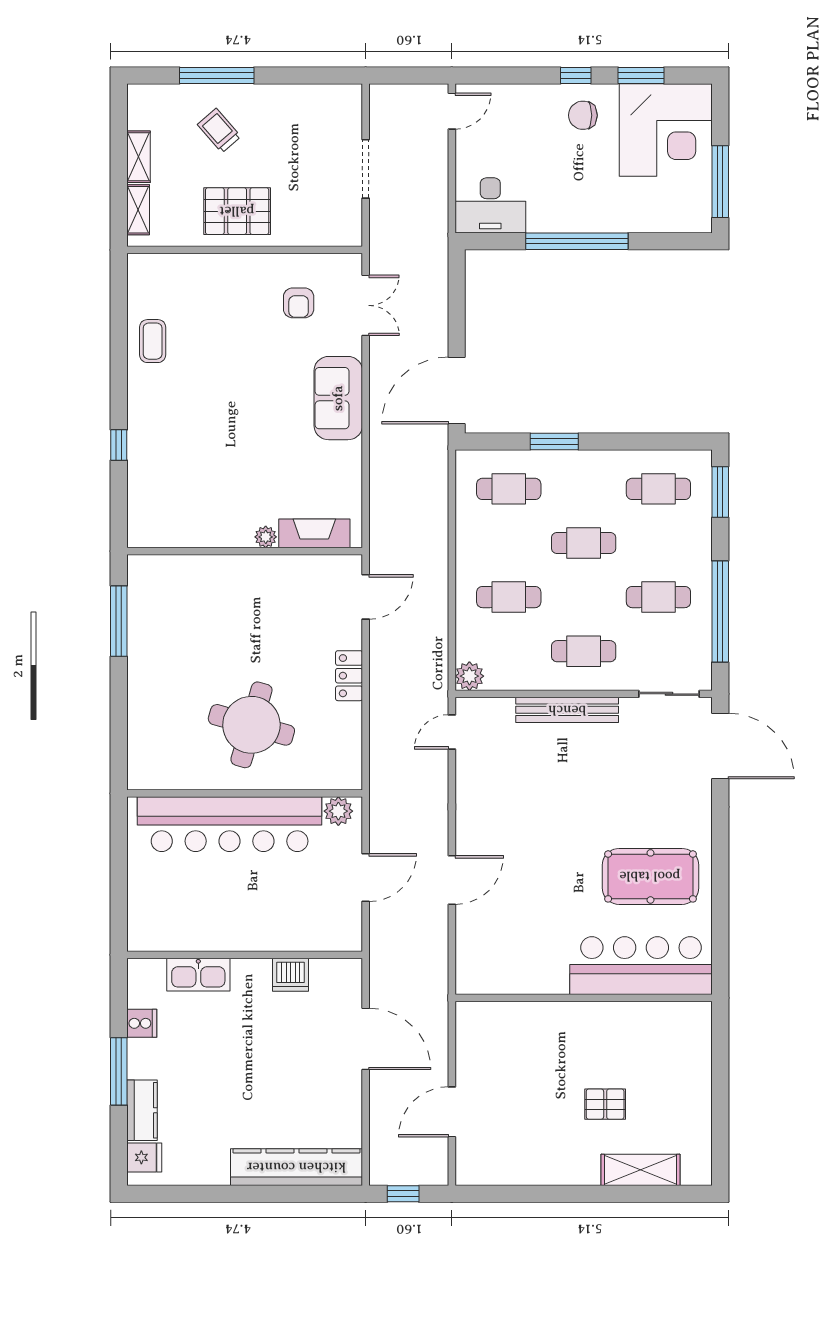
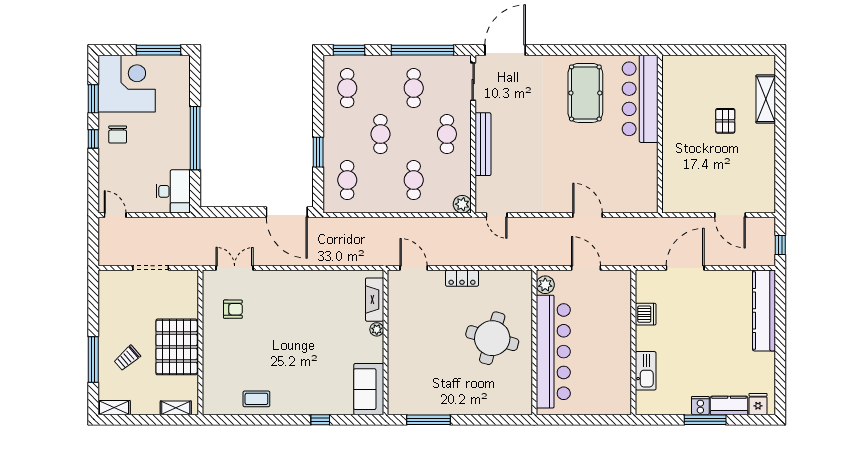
shelving: (138, 157) -> (114, 408), moved
pallet: (237, 211) -> (177, 347), width x1.37, depth x1.41
sofa: (338, 398) -> (369, 389), moved, turned 90
cooker: (142, 1023) -> (700, 406), moved

